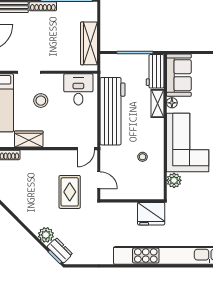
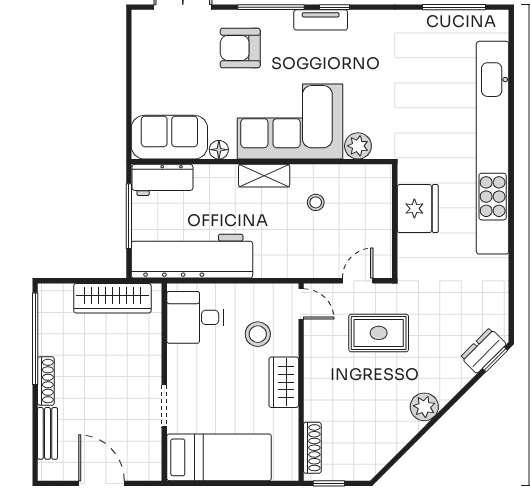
stool: (41, 101) -> (258, 334), moved
shelving: (157, 104) -> (264, 176), moved
workbench: (113, 111) -> (192, 256), moved
wardrobe: (29, 139) -> (284, 382), moved
fridge: (151, 214) -> (418, 209), moved
plant: (46, 235) -> (424, 407), moved

